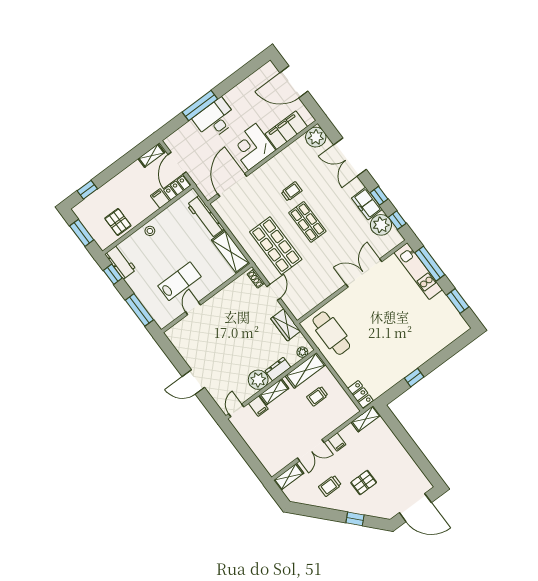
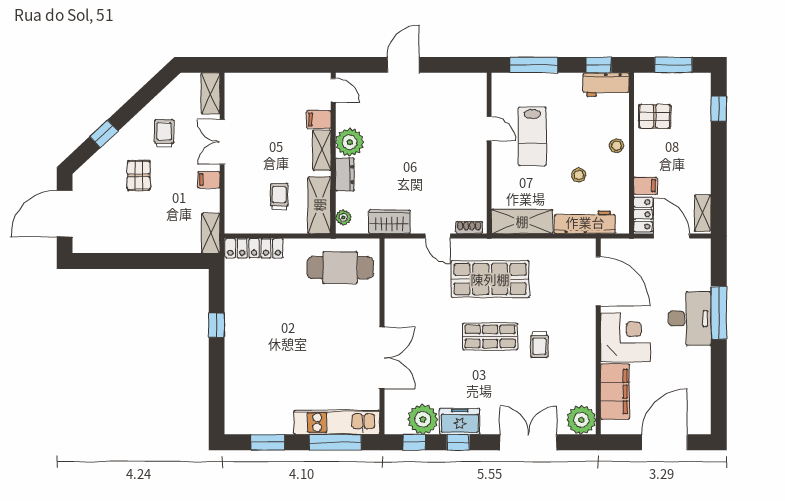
stool: (182, 240) -> (579, 175), added
locker: (360, 394) -> (254, 248), width x1.53

